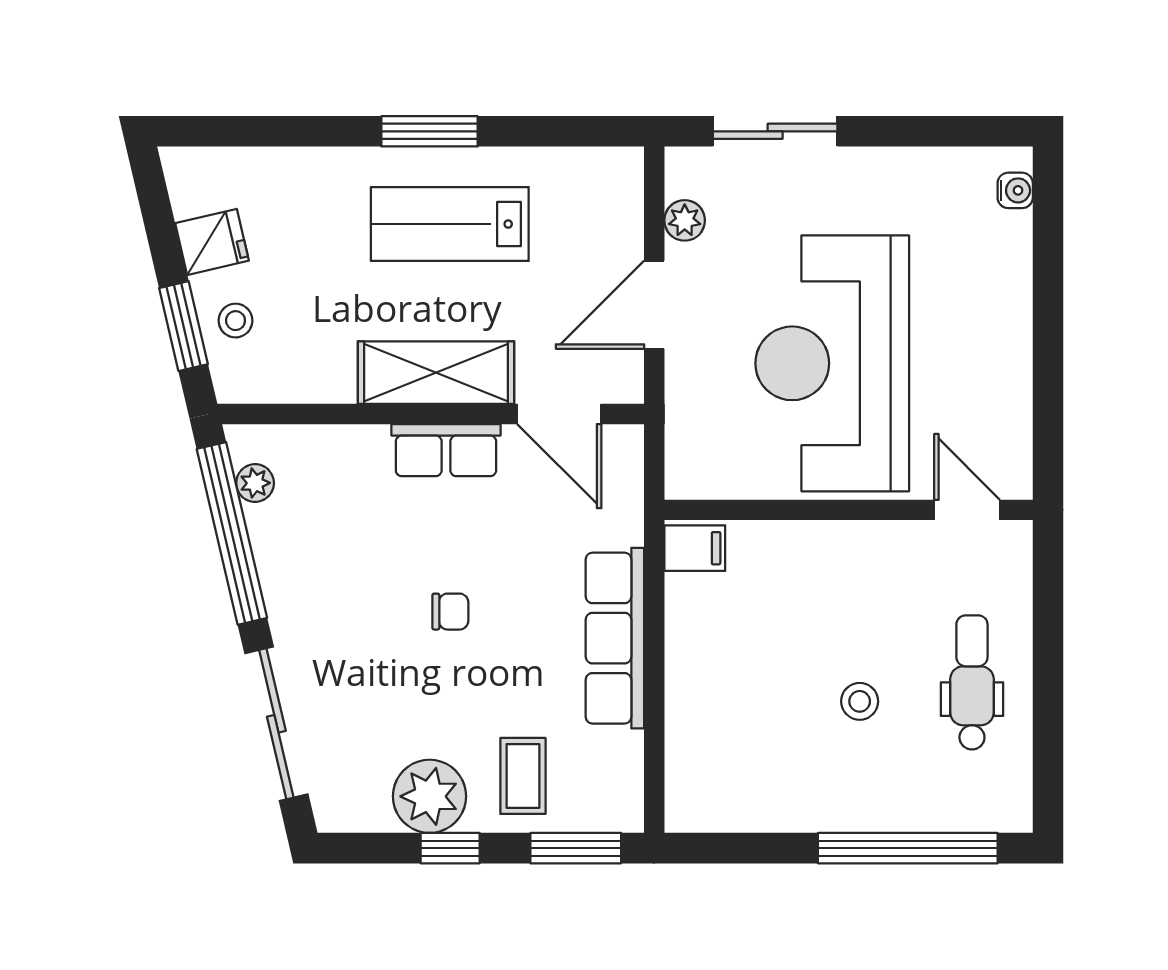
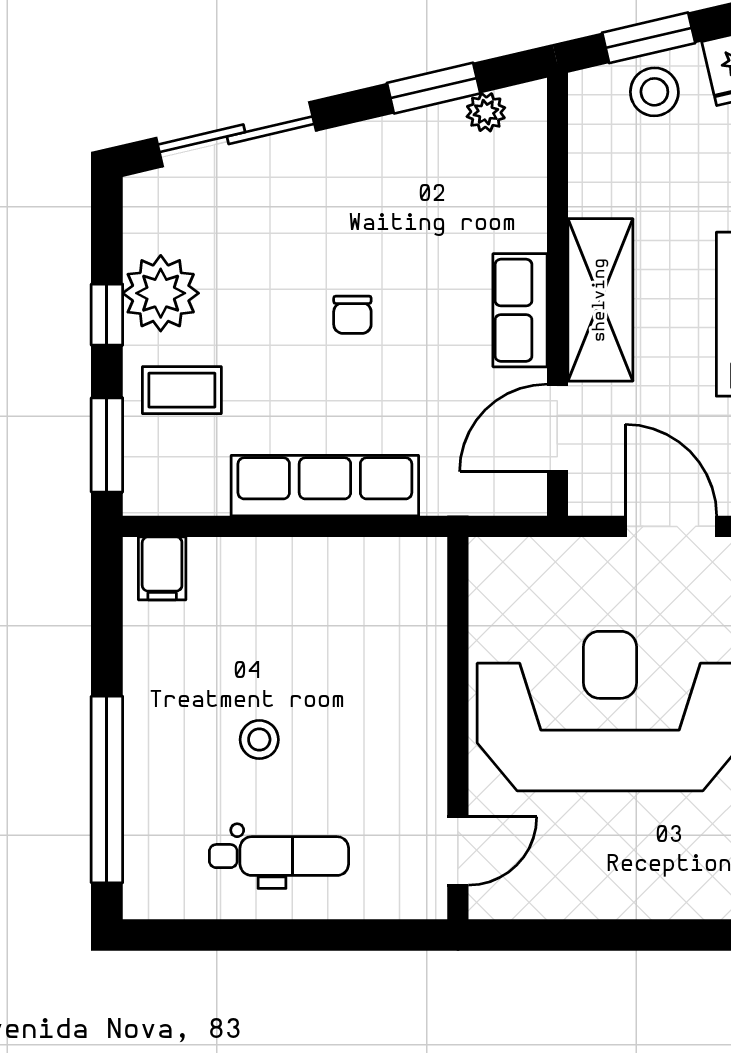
stool: (236, 321) -> (654, 92), width x1.37, depth x1.37
window: (232, 533) -> (434, 88), width x0.47
filing cabinet: (695, 548) -> (162, 568), moved

